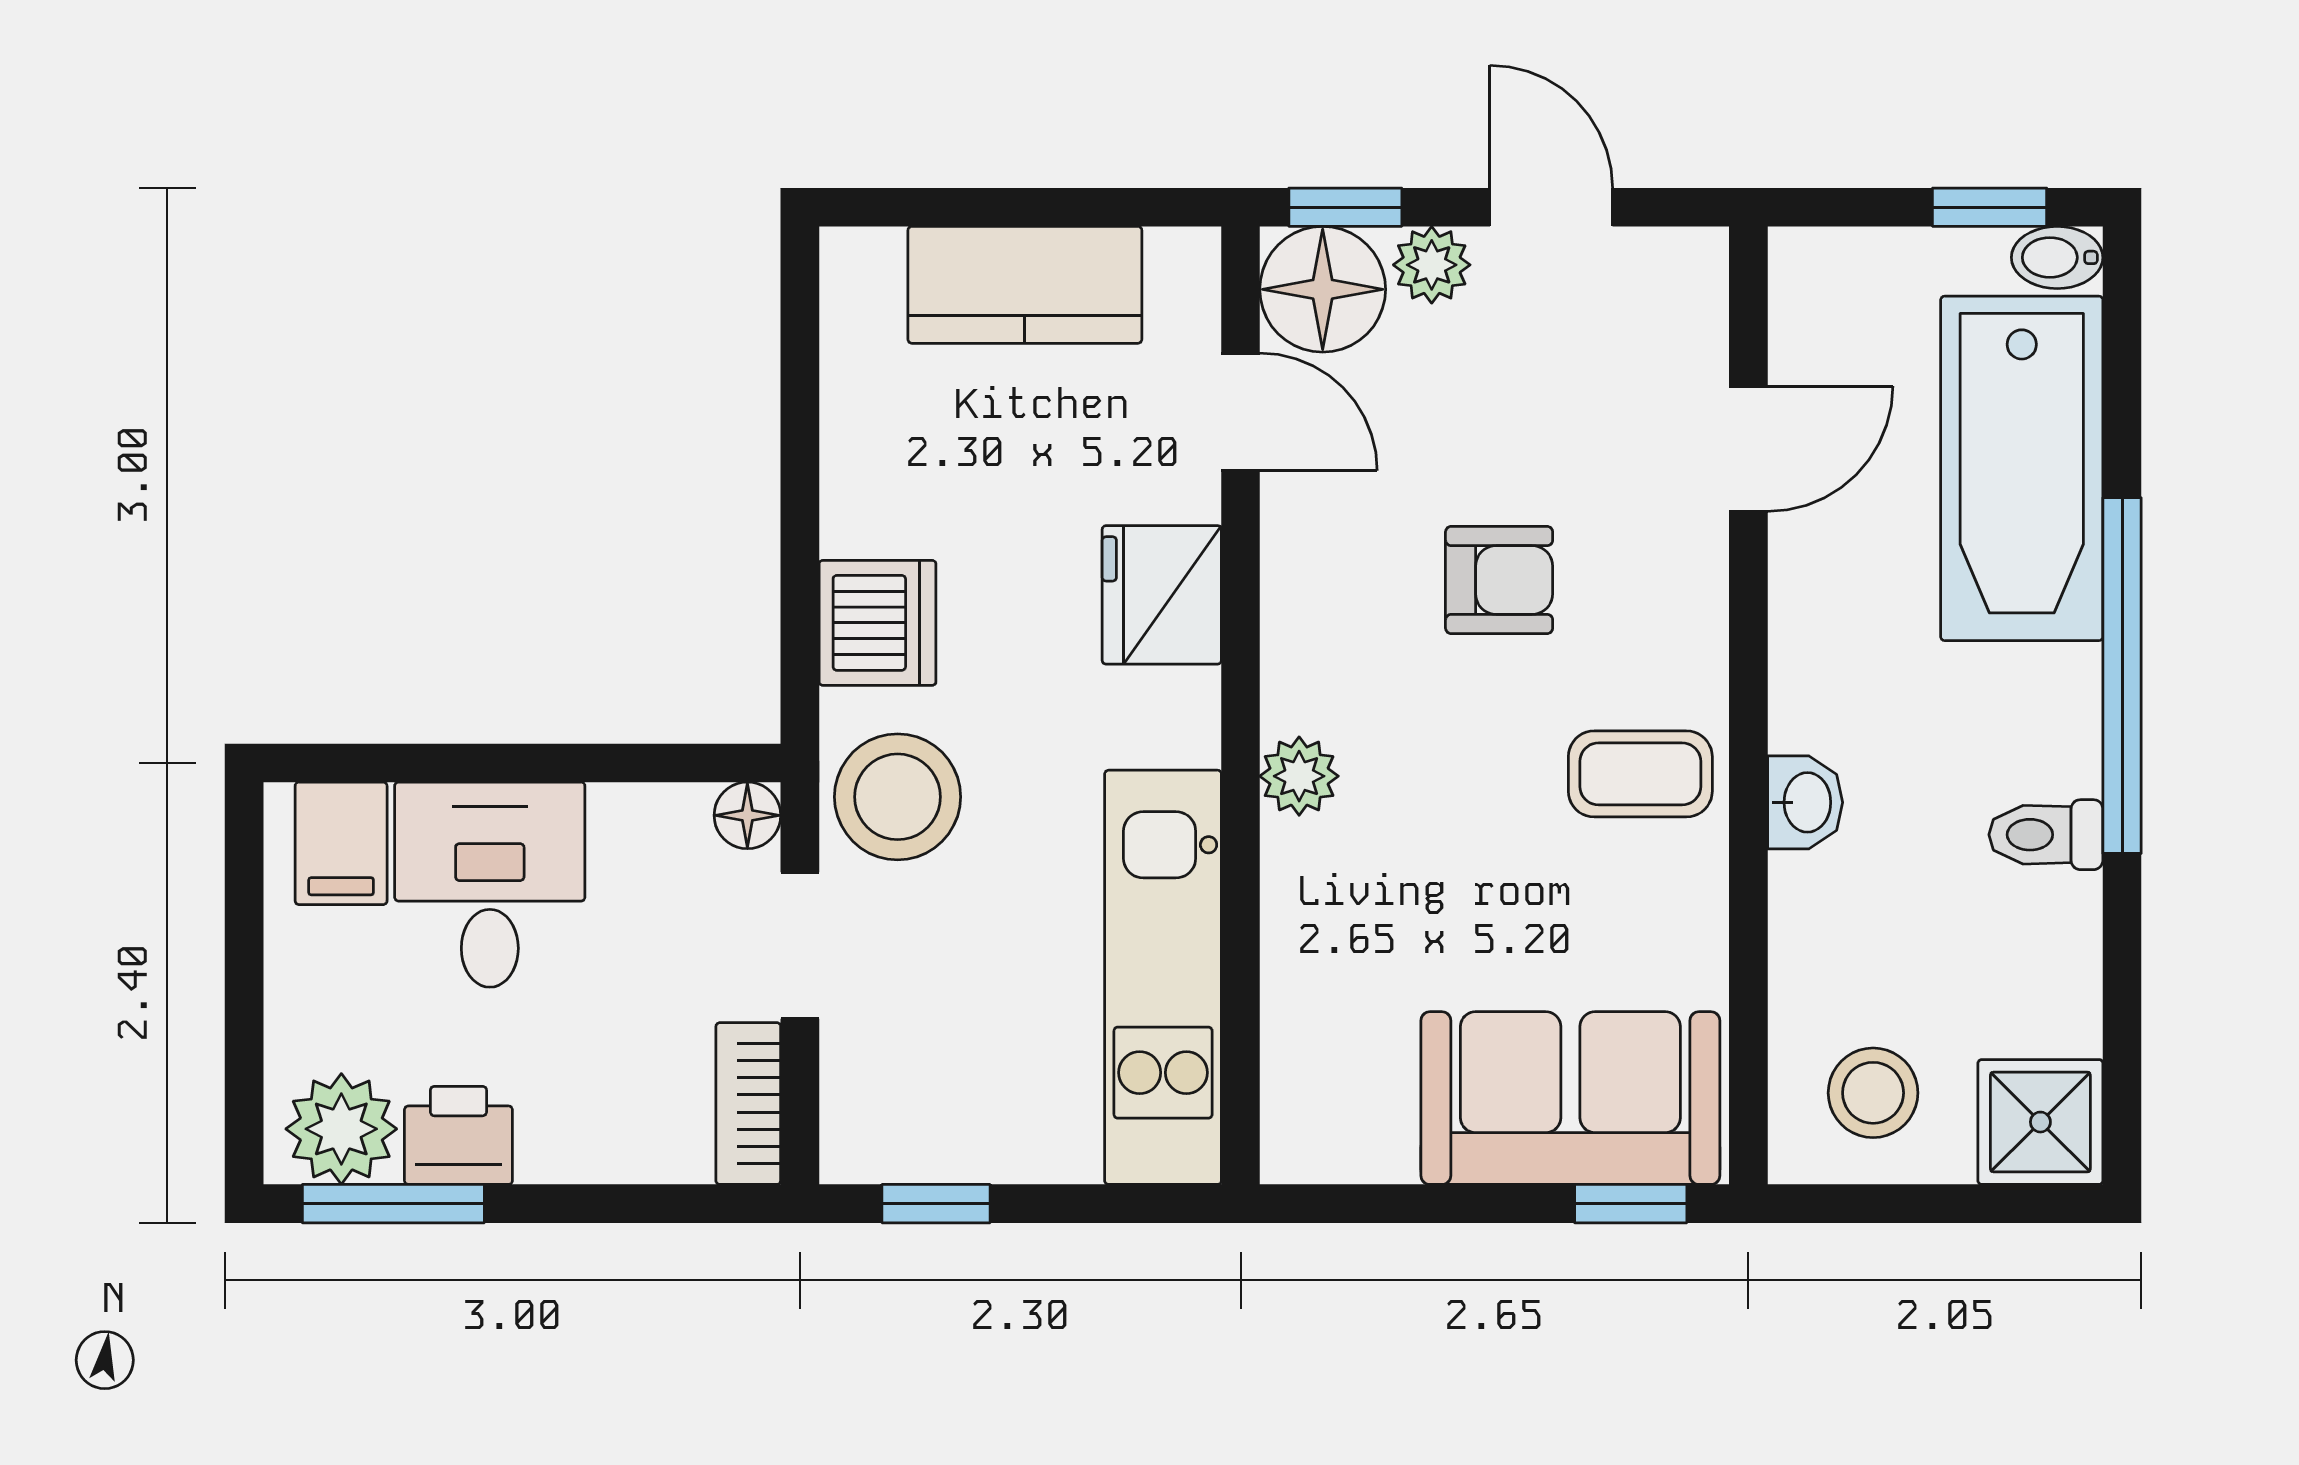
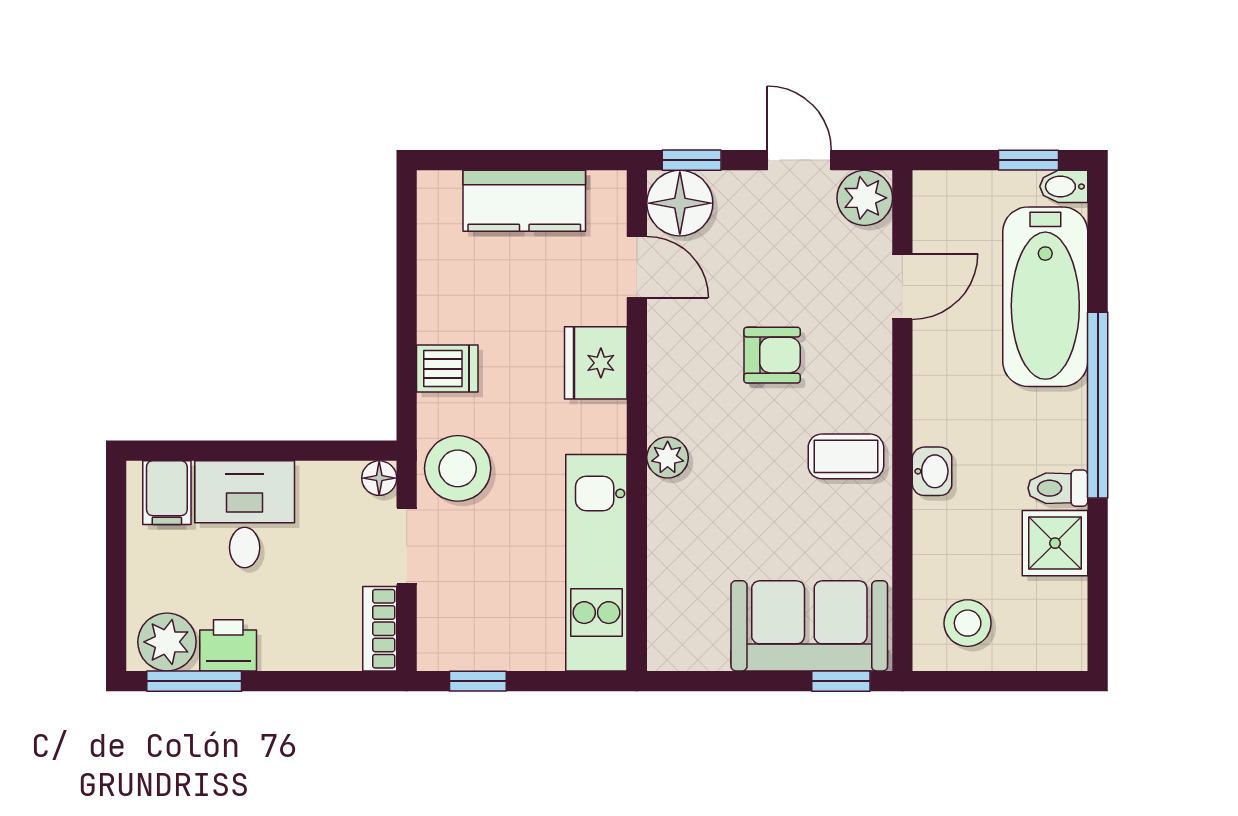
plant: (1432, 265) -> (865, 198), moved, width x1.38, depth x1.38
dishwasher: (877, 623) -> (447, 369), width x0.73
shower: (2040, 1122) -> (1055, 543), moved

